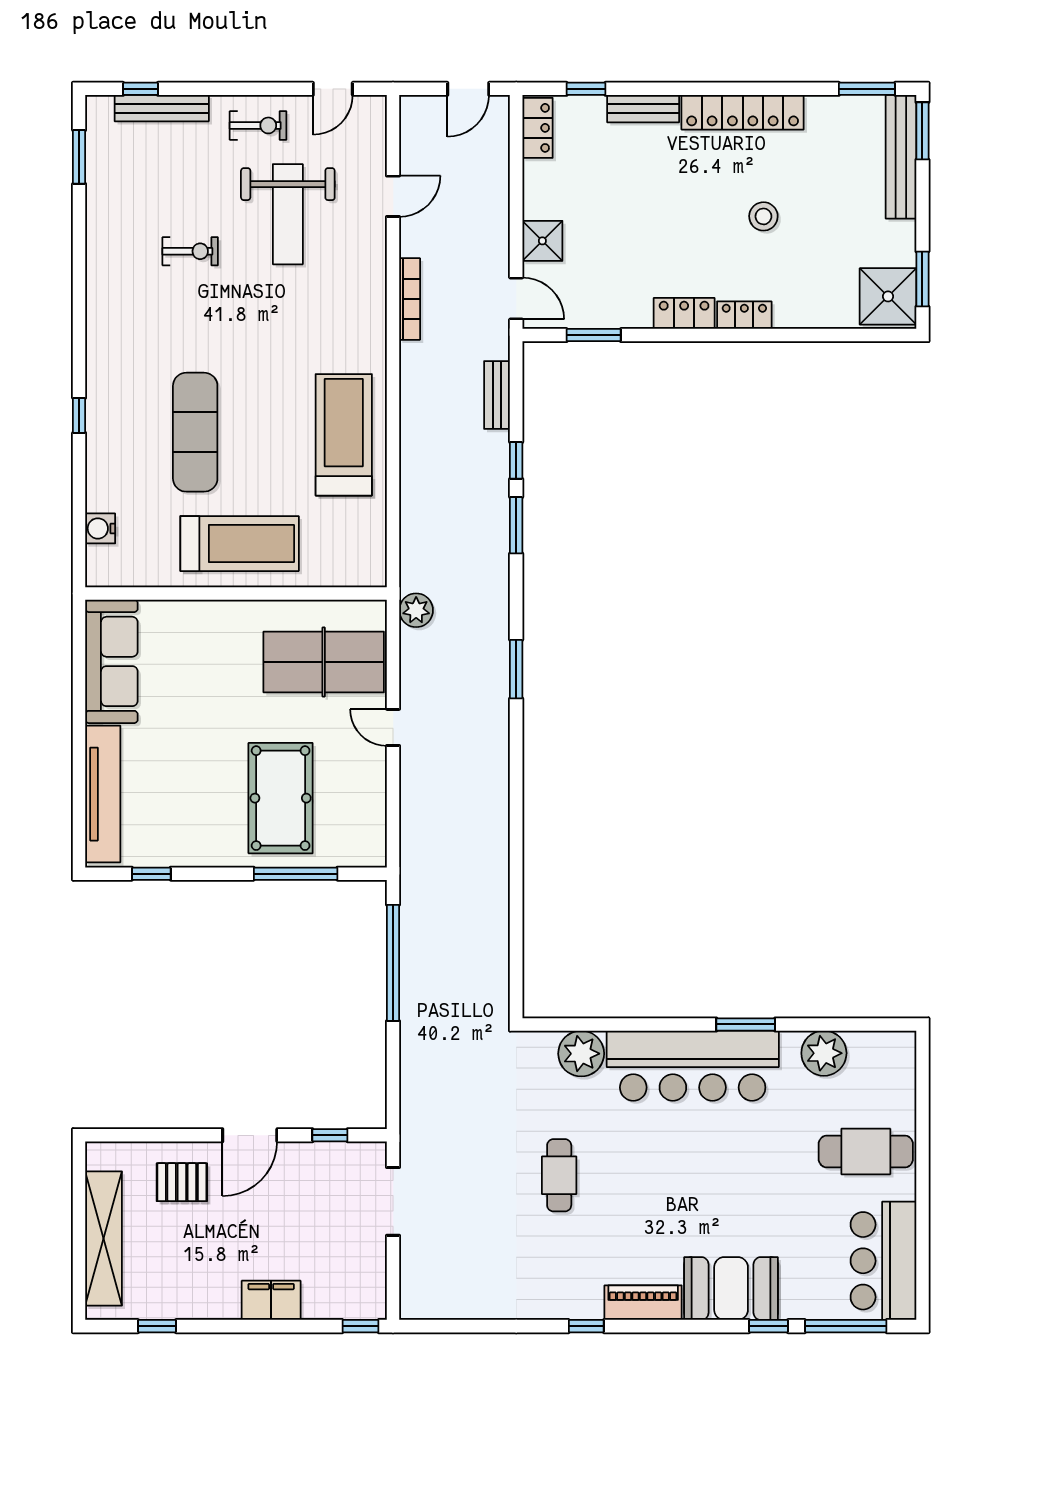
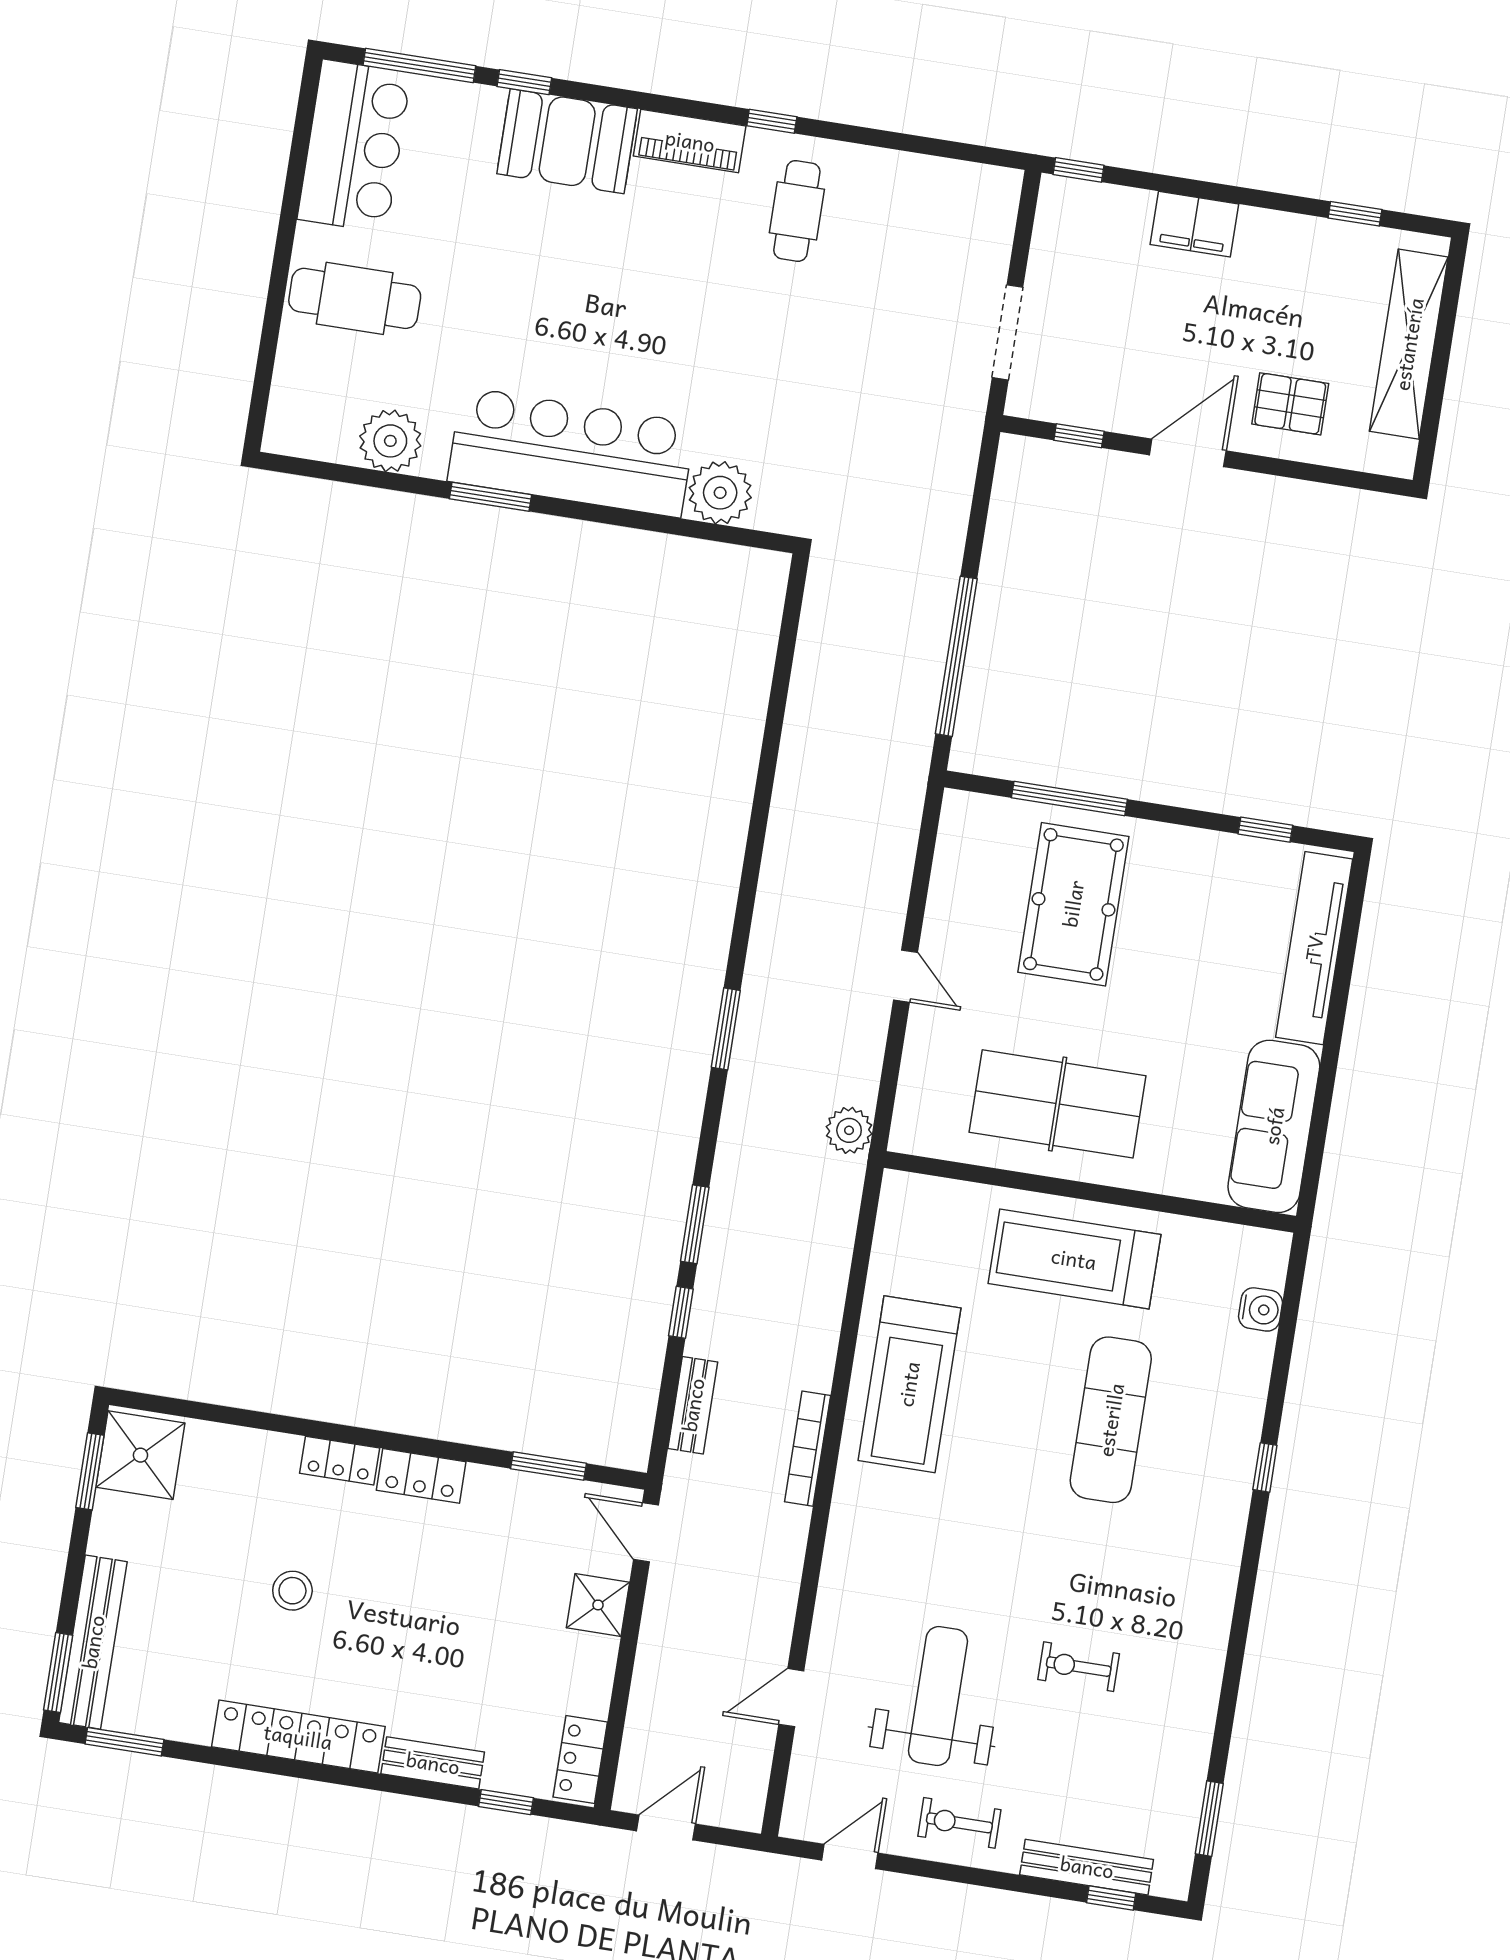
bookcase: (410, 299) -> (808, 1449), moved
table tennis table: (324, 662) -> (1058, 1104), moved
cafe table: (559, 1175) -> (797, 211), moved

